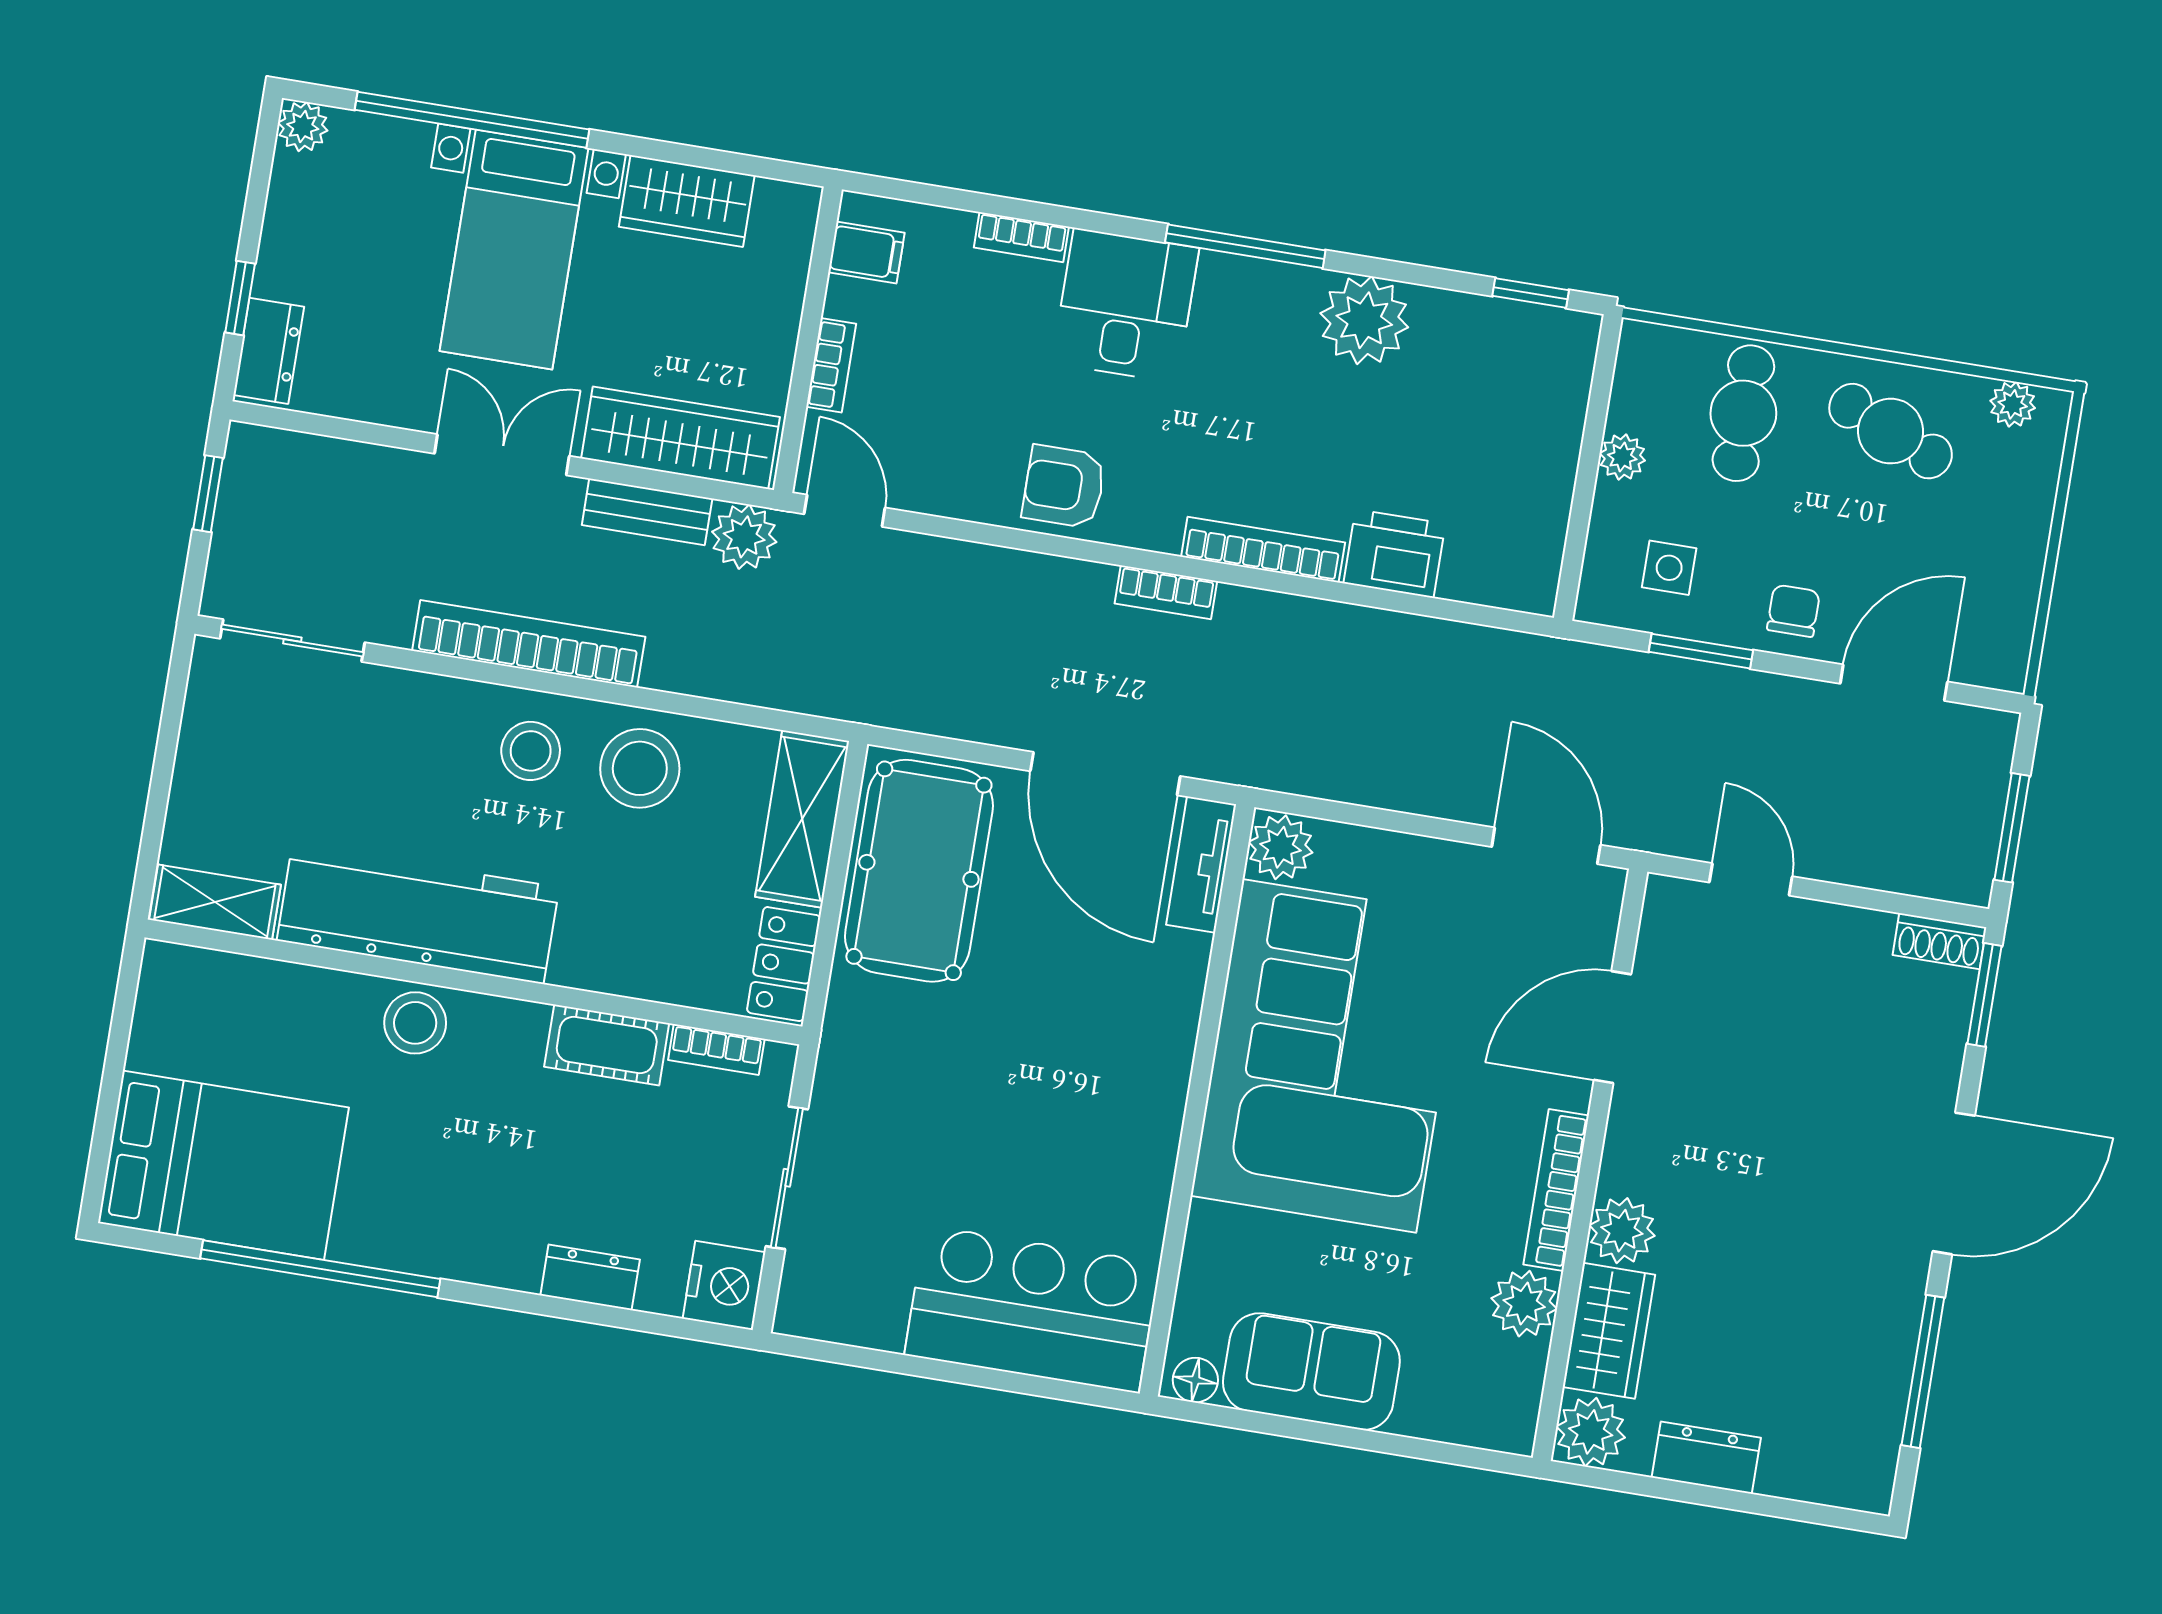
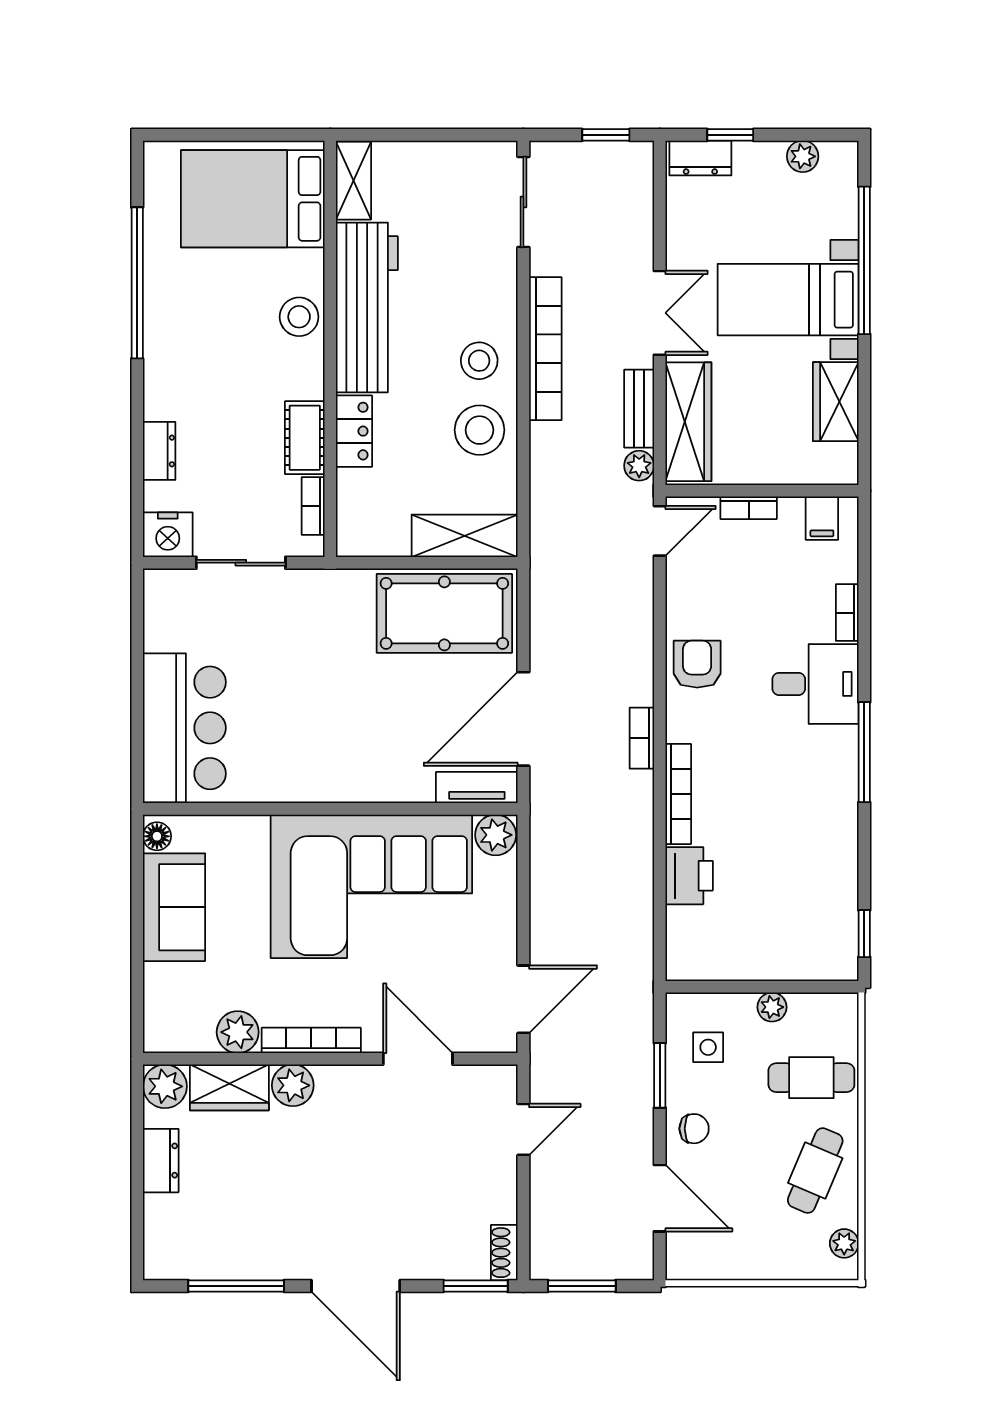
plant: (303, 127) -> (803, 156), moved
plant: (1364, 320) -> (831, 833), removed
plant: (744, 537) -> (639, 466), width x0.73, depth x0.73
locker: (784, 964) -> (354, 431), moved, turned 90
bed: (223, 1165) -> (253, 199), moved, turned 90

